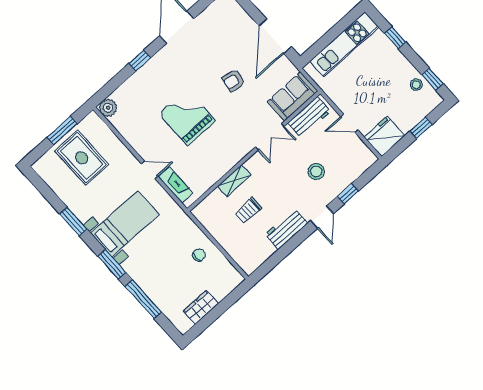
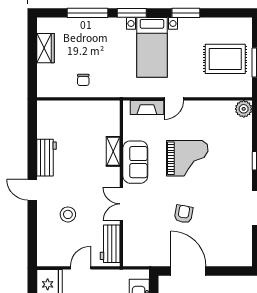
sofa: (293, 96) -> (135, 162), moved
window: (348, 194) -> (32, 223), removed
trolley: (248, 210) -> (83, 142), removed

